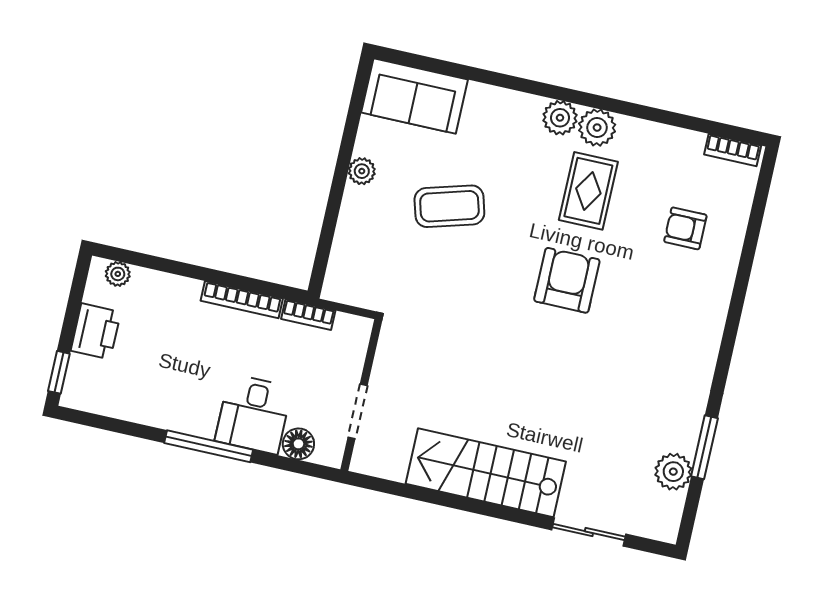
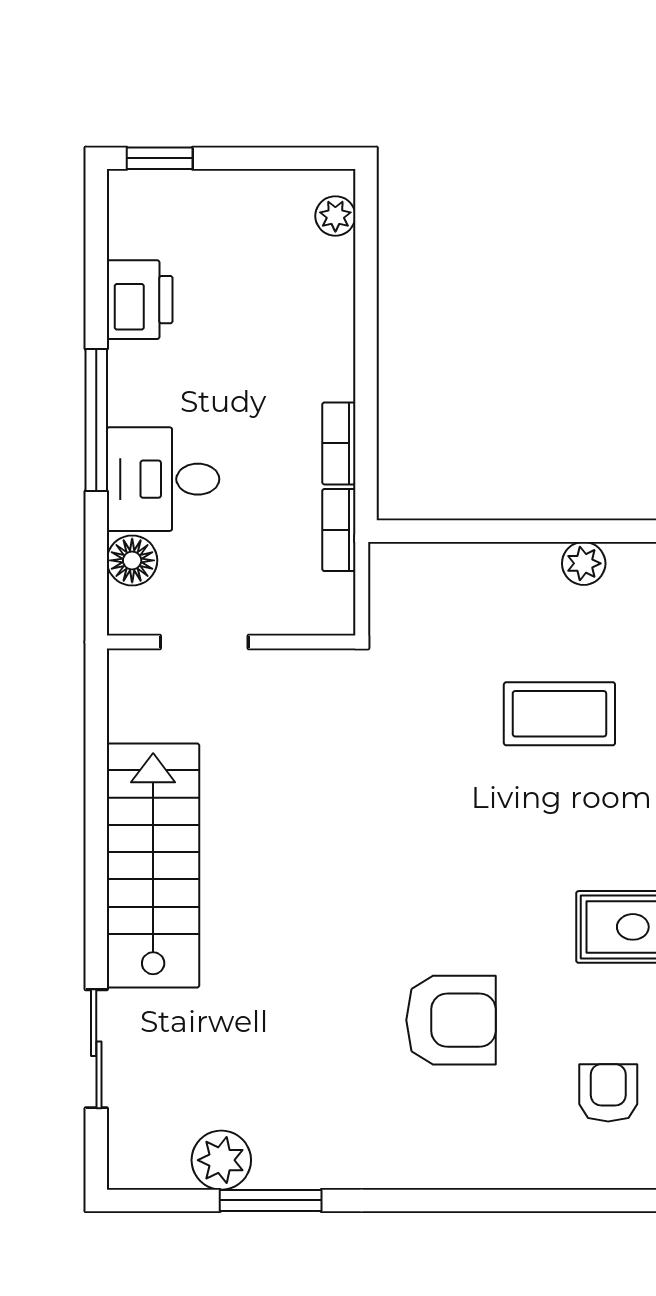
coffee table: (449, 206) -> (559, 714), turned -74
armchair: (567, 280) -> (451, 1020), moved
bookcase: (242, 300) -> (339, 443), width x0.64
printer: (96, 331) -> (140, 300), moved, turned -90

